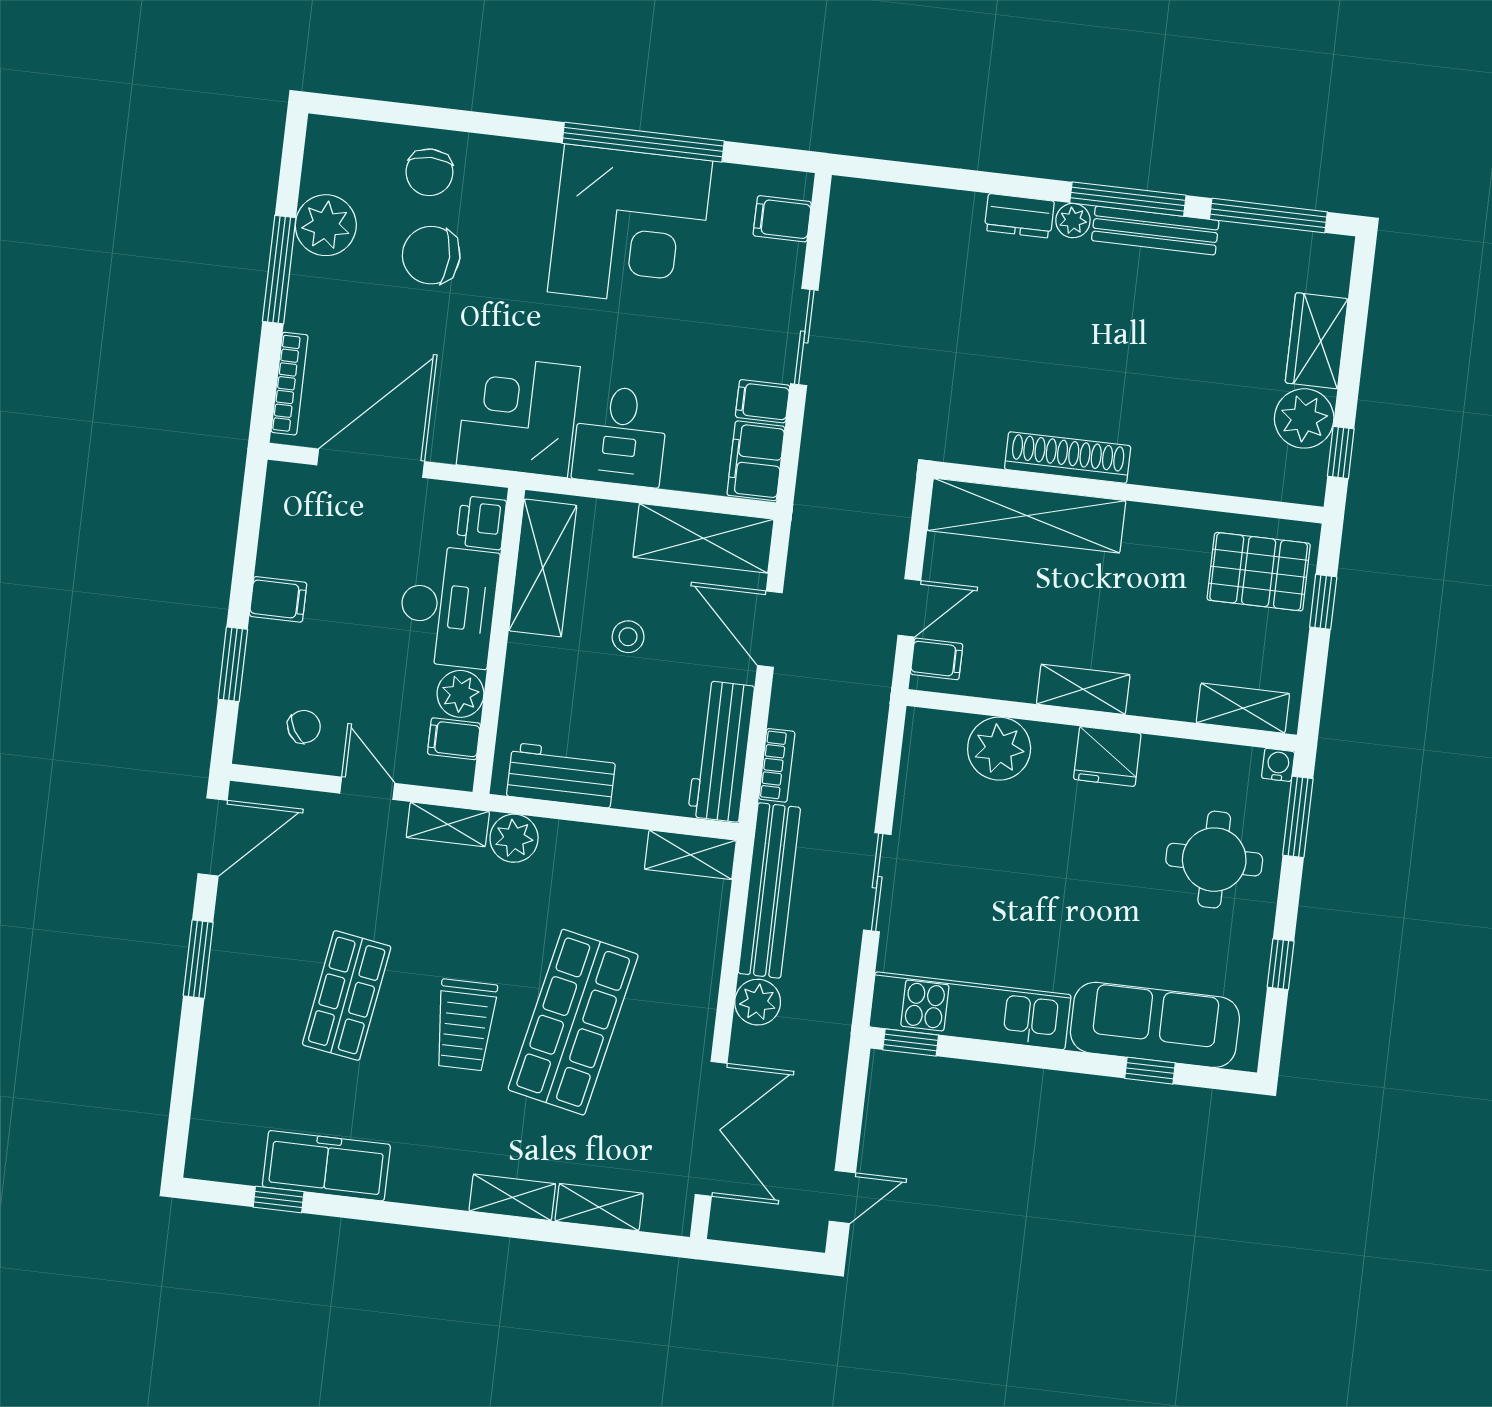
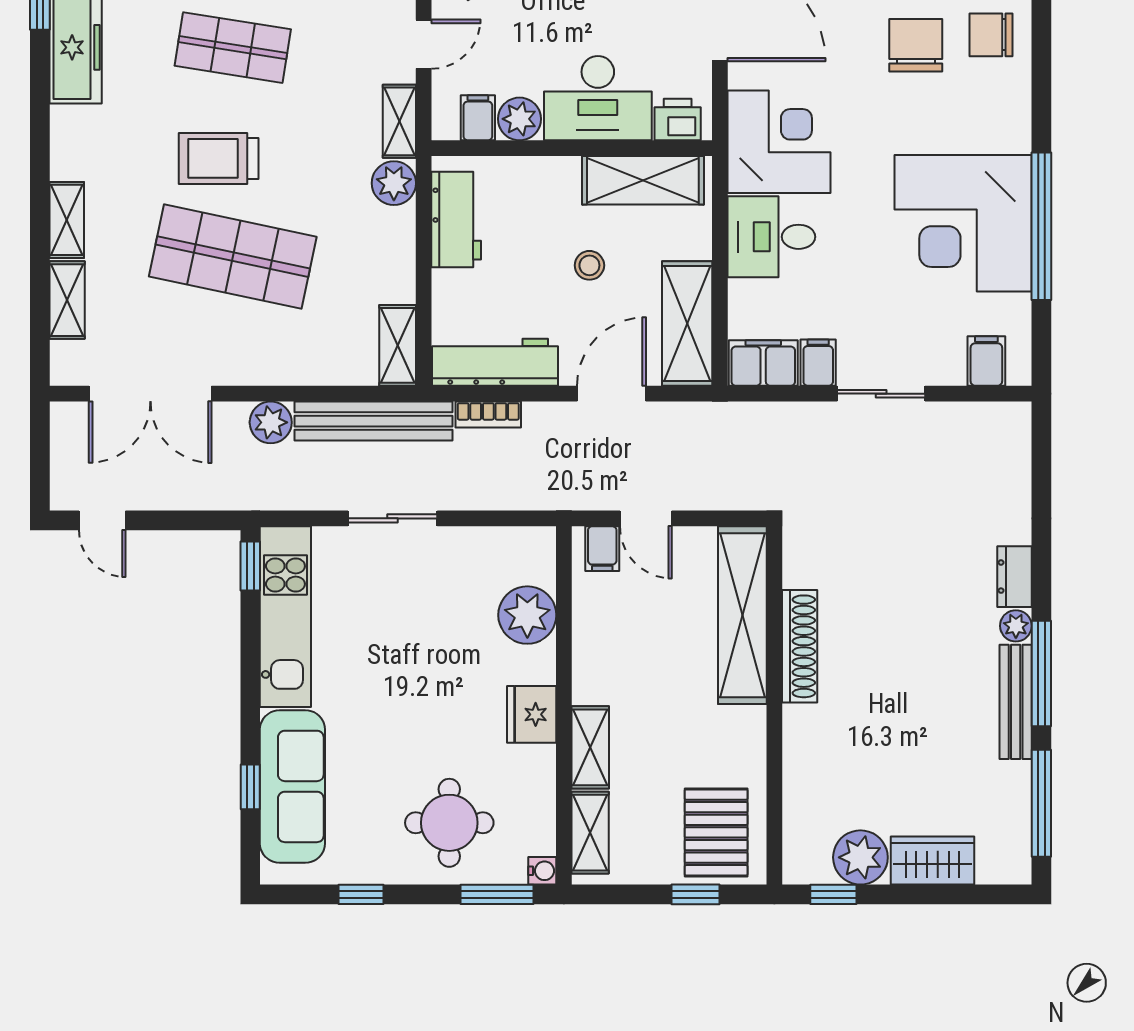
shelving: (1083, 689) -> (590, 747), moved

